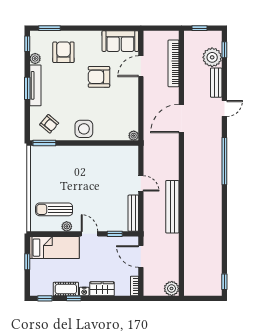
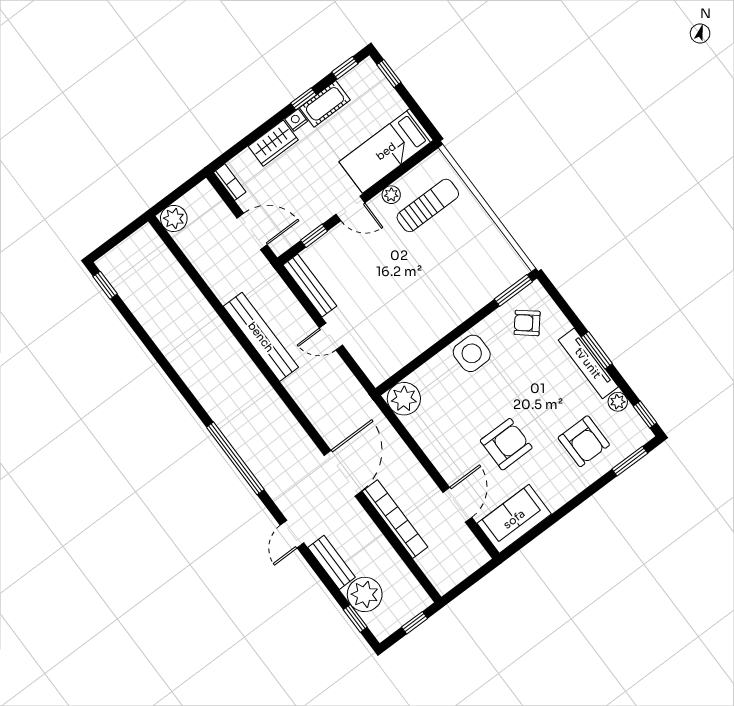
bookcase: (174, 63) -> (395, 519), moved
plant: (134, 136) -> (404, 399), width x1.88, depth x1.88
window: (27, 262) -> (389, 73), moved

